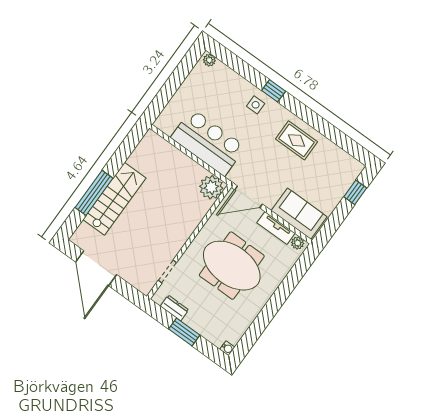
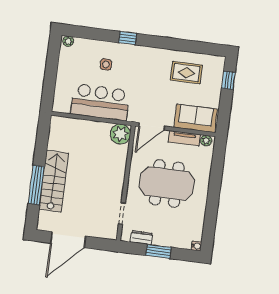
side table: (256, 105) -> (106, 64), moved
rug: (297, 140) -> (186, 73), moved
door: (96, 268) -> (68, 240), hinge flipped

